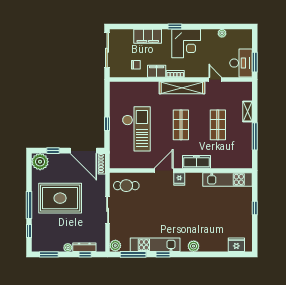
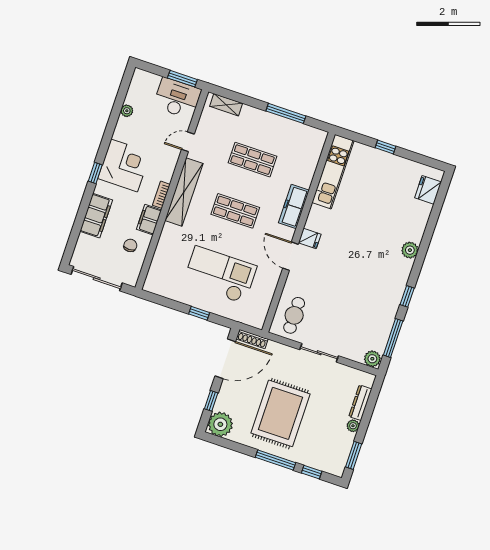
shelving: (247, 111) -> (226, 105), moved
kitchen unit: (155, 245) -> (390, 303), removed
window: (85, 254) -> (371, 405), removed

